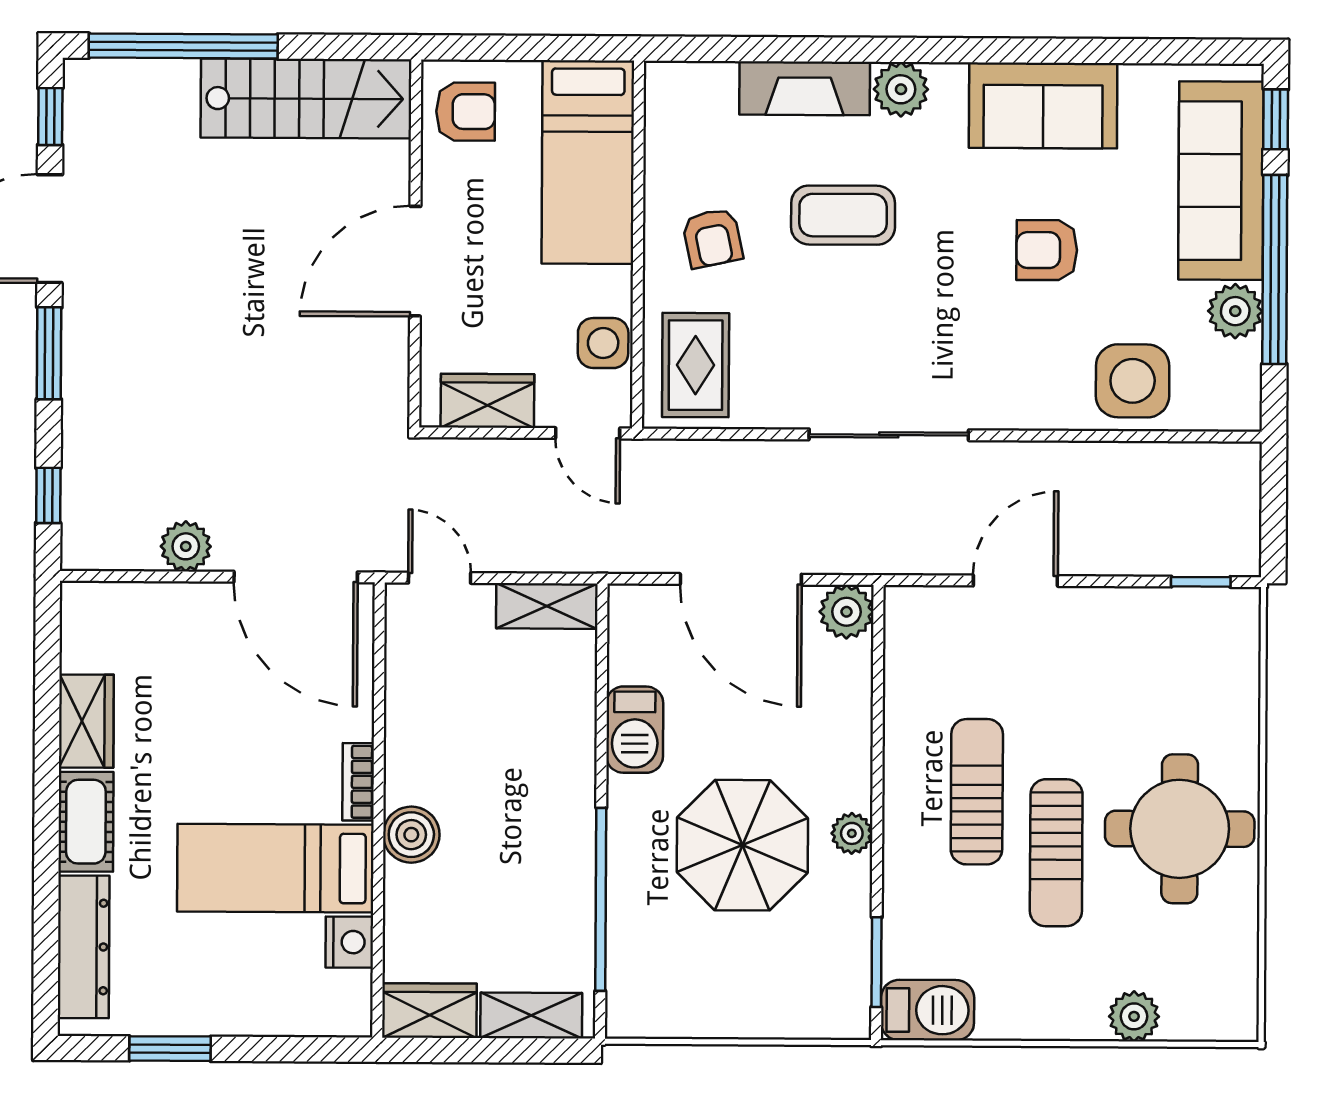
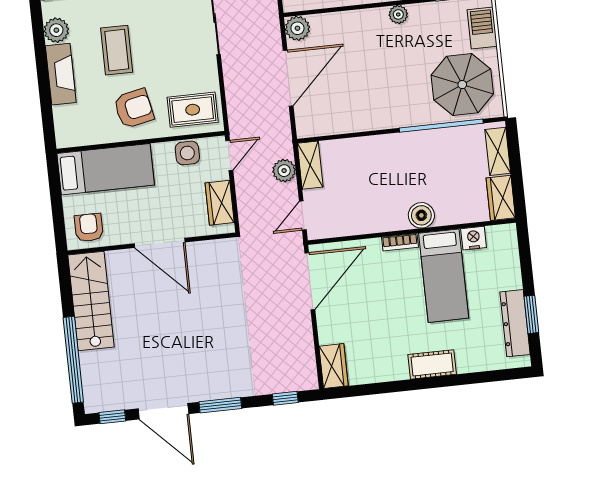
armchair: (712, 238) -> (134, 108), width x1.38, depth x1.38
plant: (186, 546) -> (284, 171), moved
wardrobe: (86, 721) -> (334, 366), moved, turned 90
barbecue: (635, 730) -> (482, 28), moved, turned -90
parasol: (742, 845) -> (462, 85), moved
dresser: (84, 947) -> (515, 323), moved, turned -90

